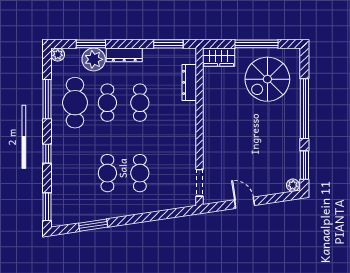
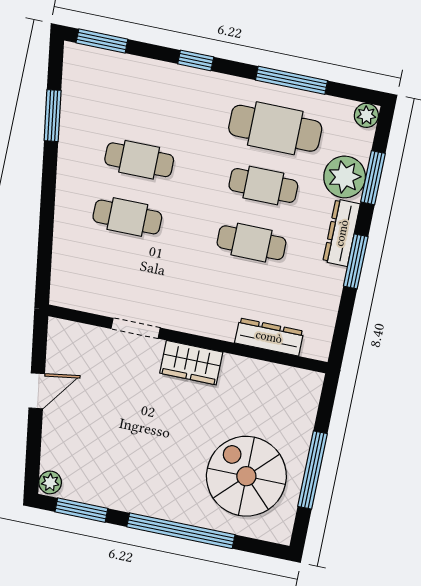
window: (168, 44) -> (356, 261), moved
wardrobe: (219, 57) -> (191, 363), moved, turned -90
doorway: (199, 183) -> (136, 328), moved

